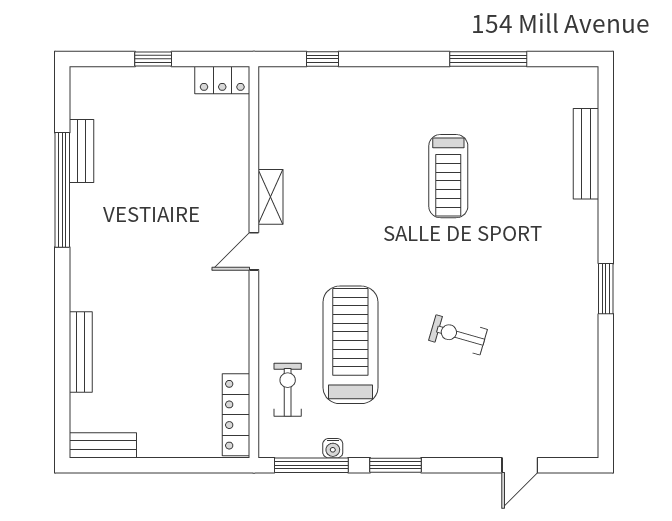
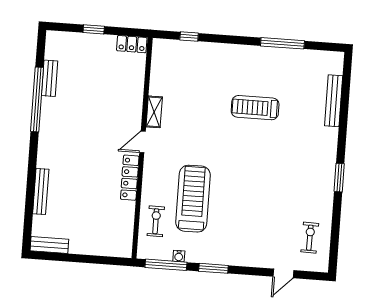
treadmill: (448, 176) -> (255, 108), turned 90
exercise bike: (458, 335) -> (310, 238), moved, turned 75
locker: (236, 415) -> (130, 178), moved

